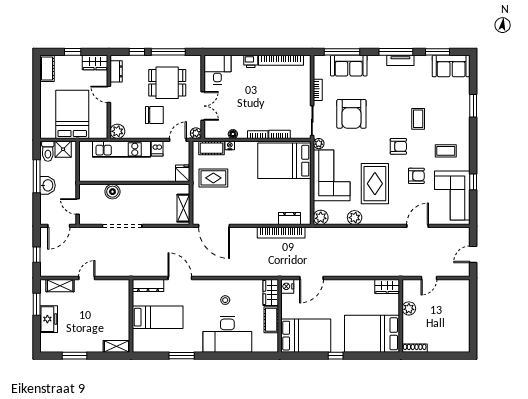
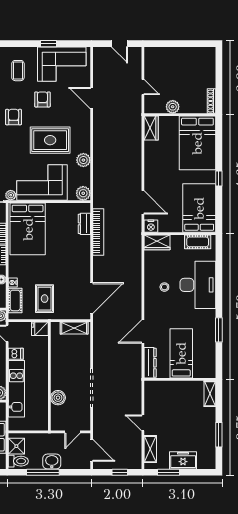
cot: (271, 320) -> (198, 242), moved

